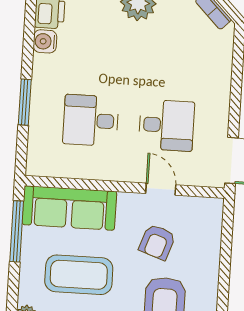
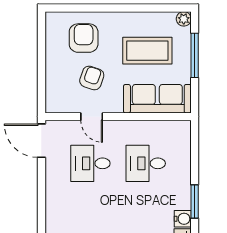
window: (25, 102) -> (195, 201), moved
desk: (91, 120) -> (146, 163), turned 180
window: (17, 231) -> (195, 55), moved

